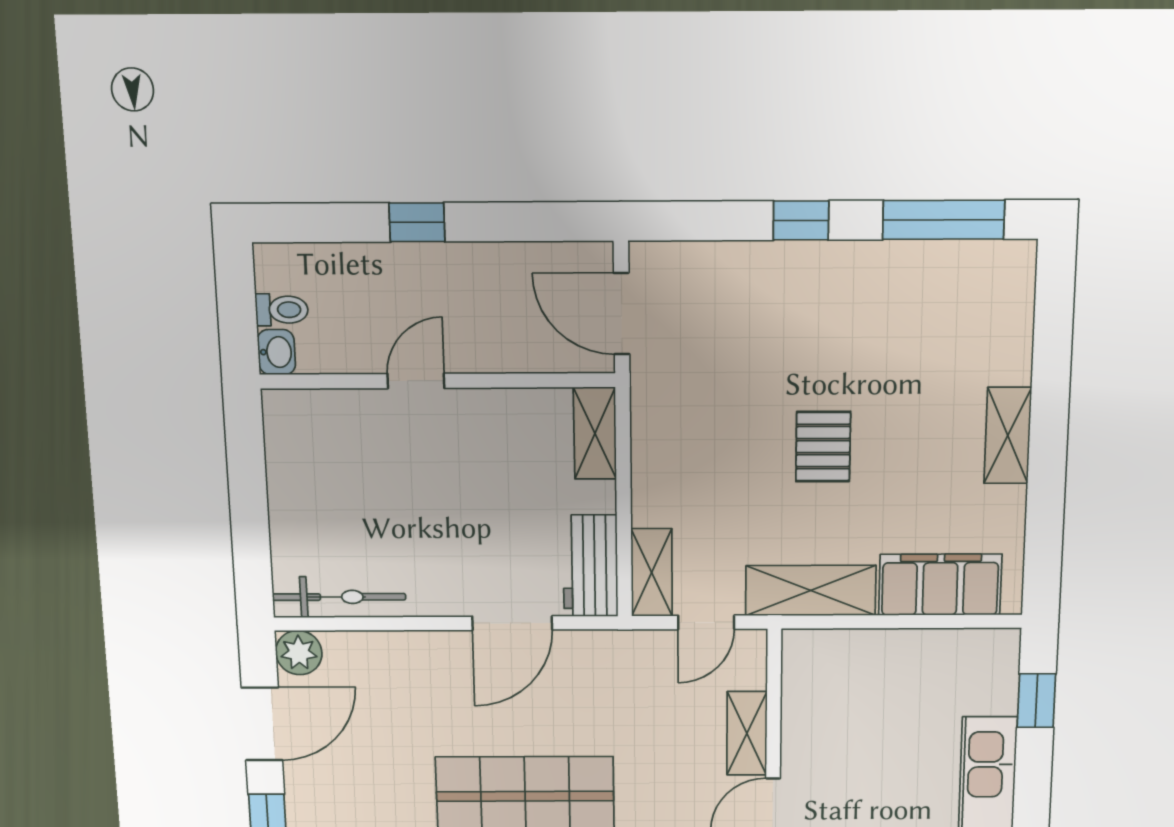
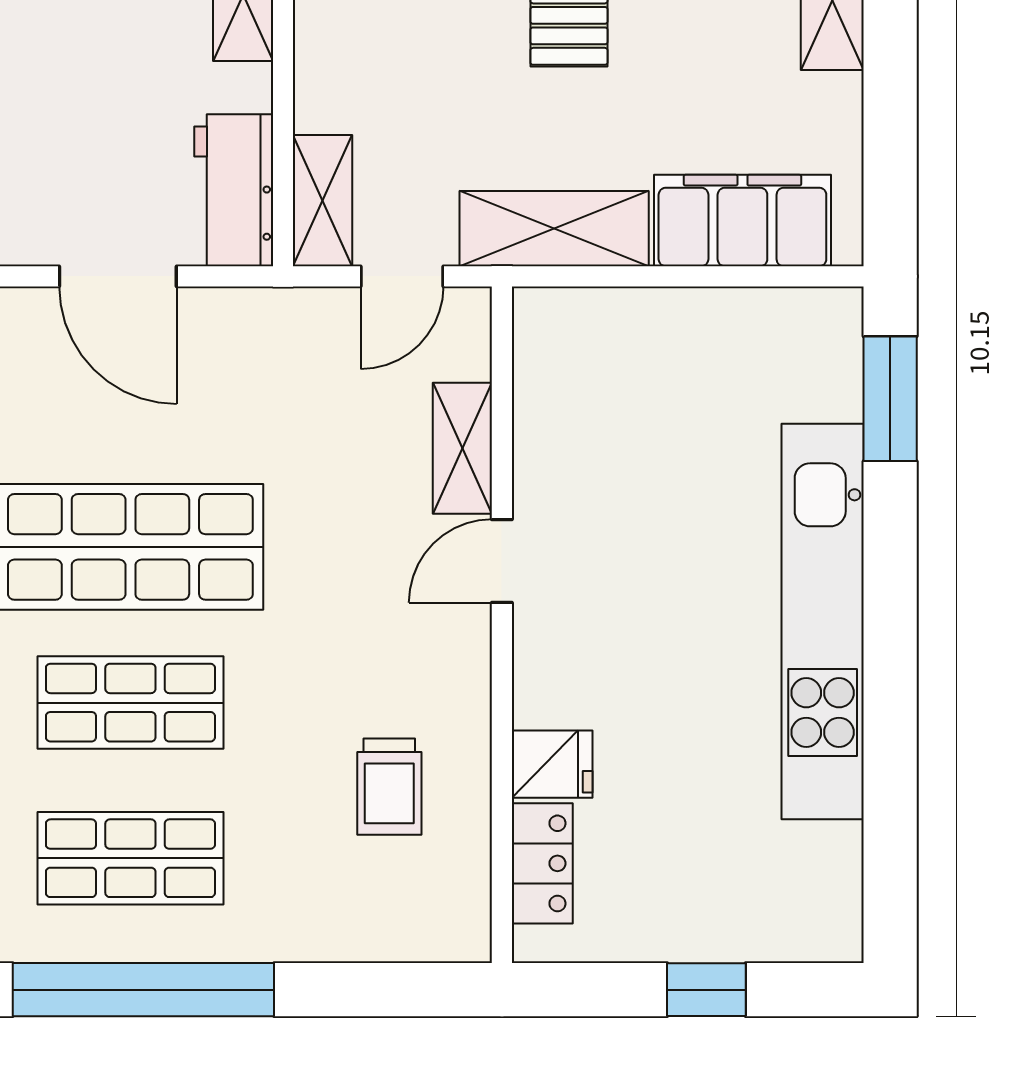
door: (512, 623) -> (118, 276), hinge flipped
window: (1036, 701) -> (890, 399), width x1.50

